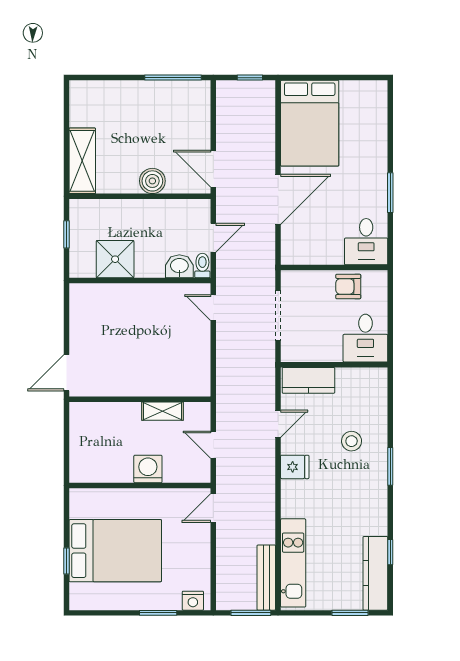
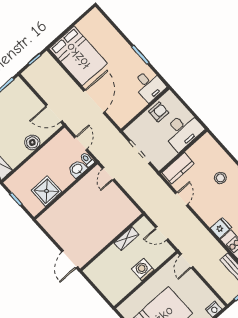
armchair: (348, 286) -> (159, 112), turned 180
door: (213, 308) -> (108, 174), hinge flipped
desk: (365, 338) -> (183, 131), width x1.37
fridge: (295, 467) -> (221, 228), moved

